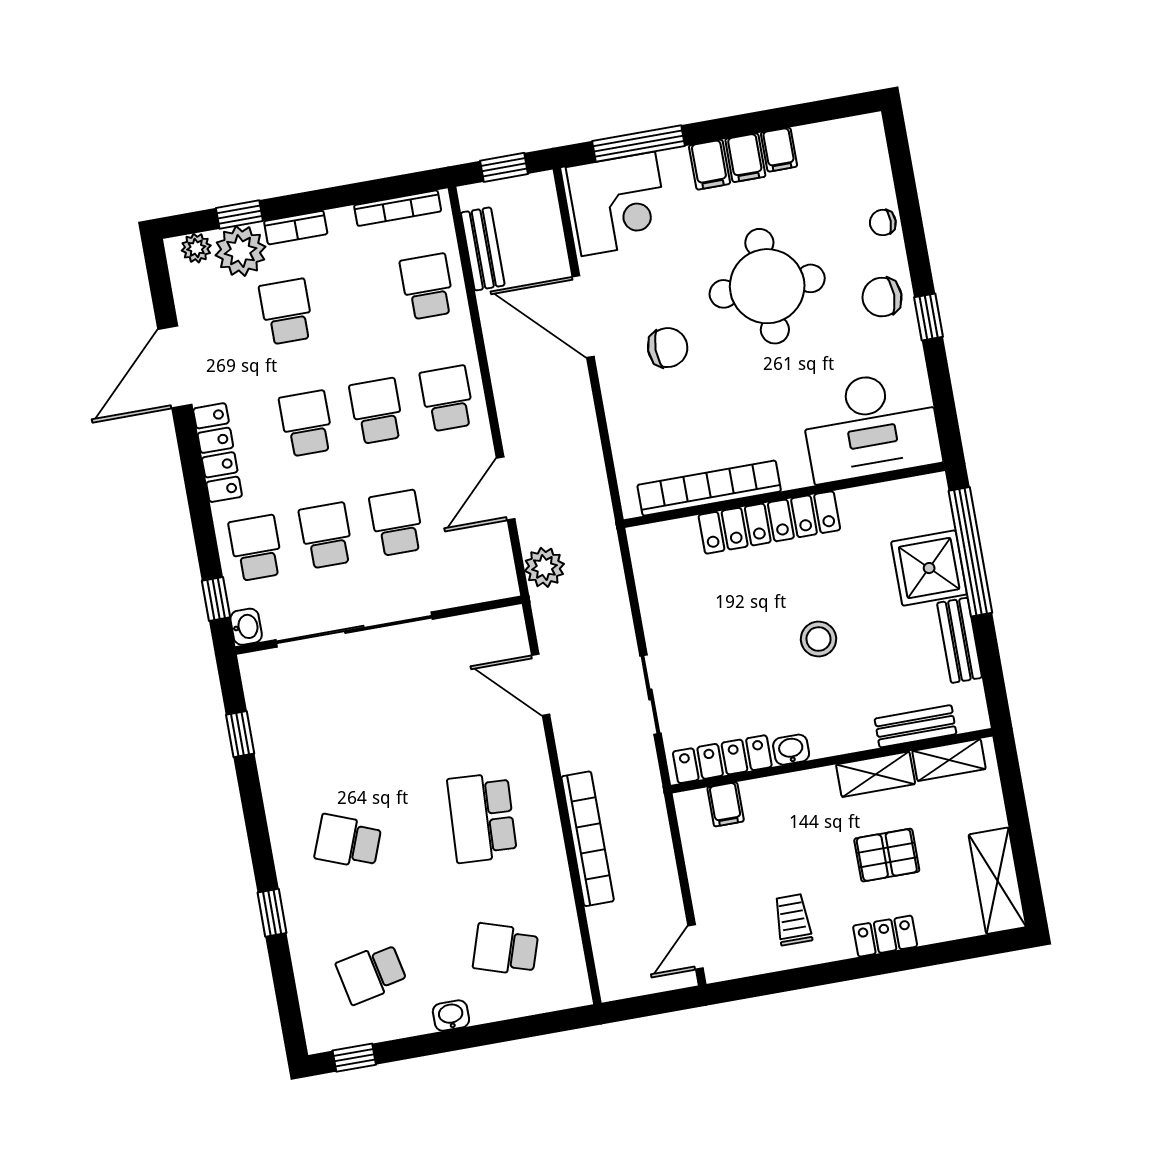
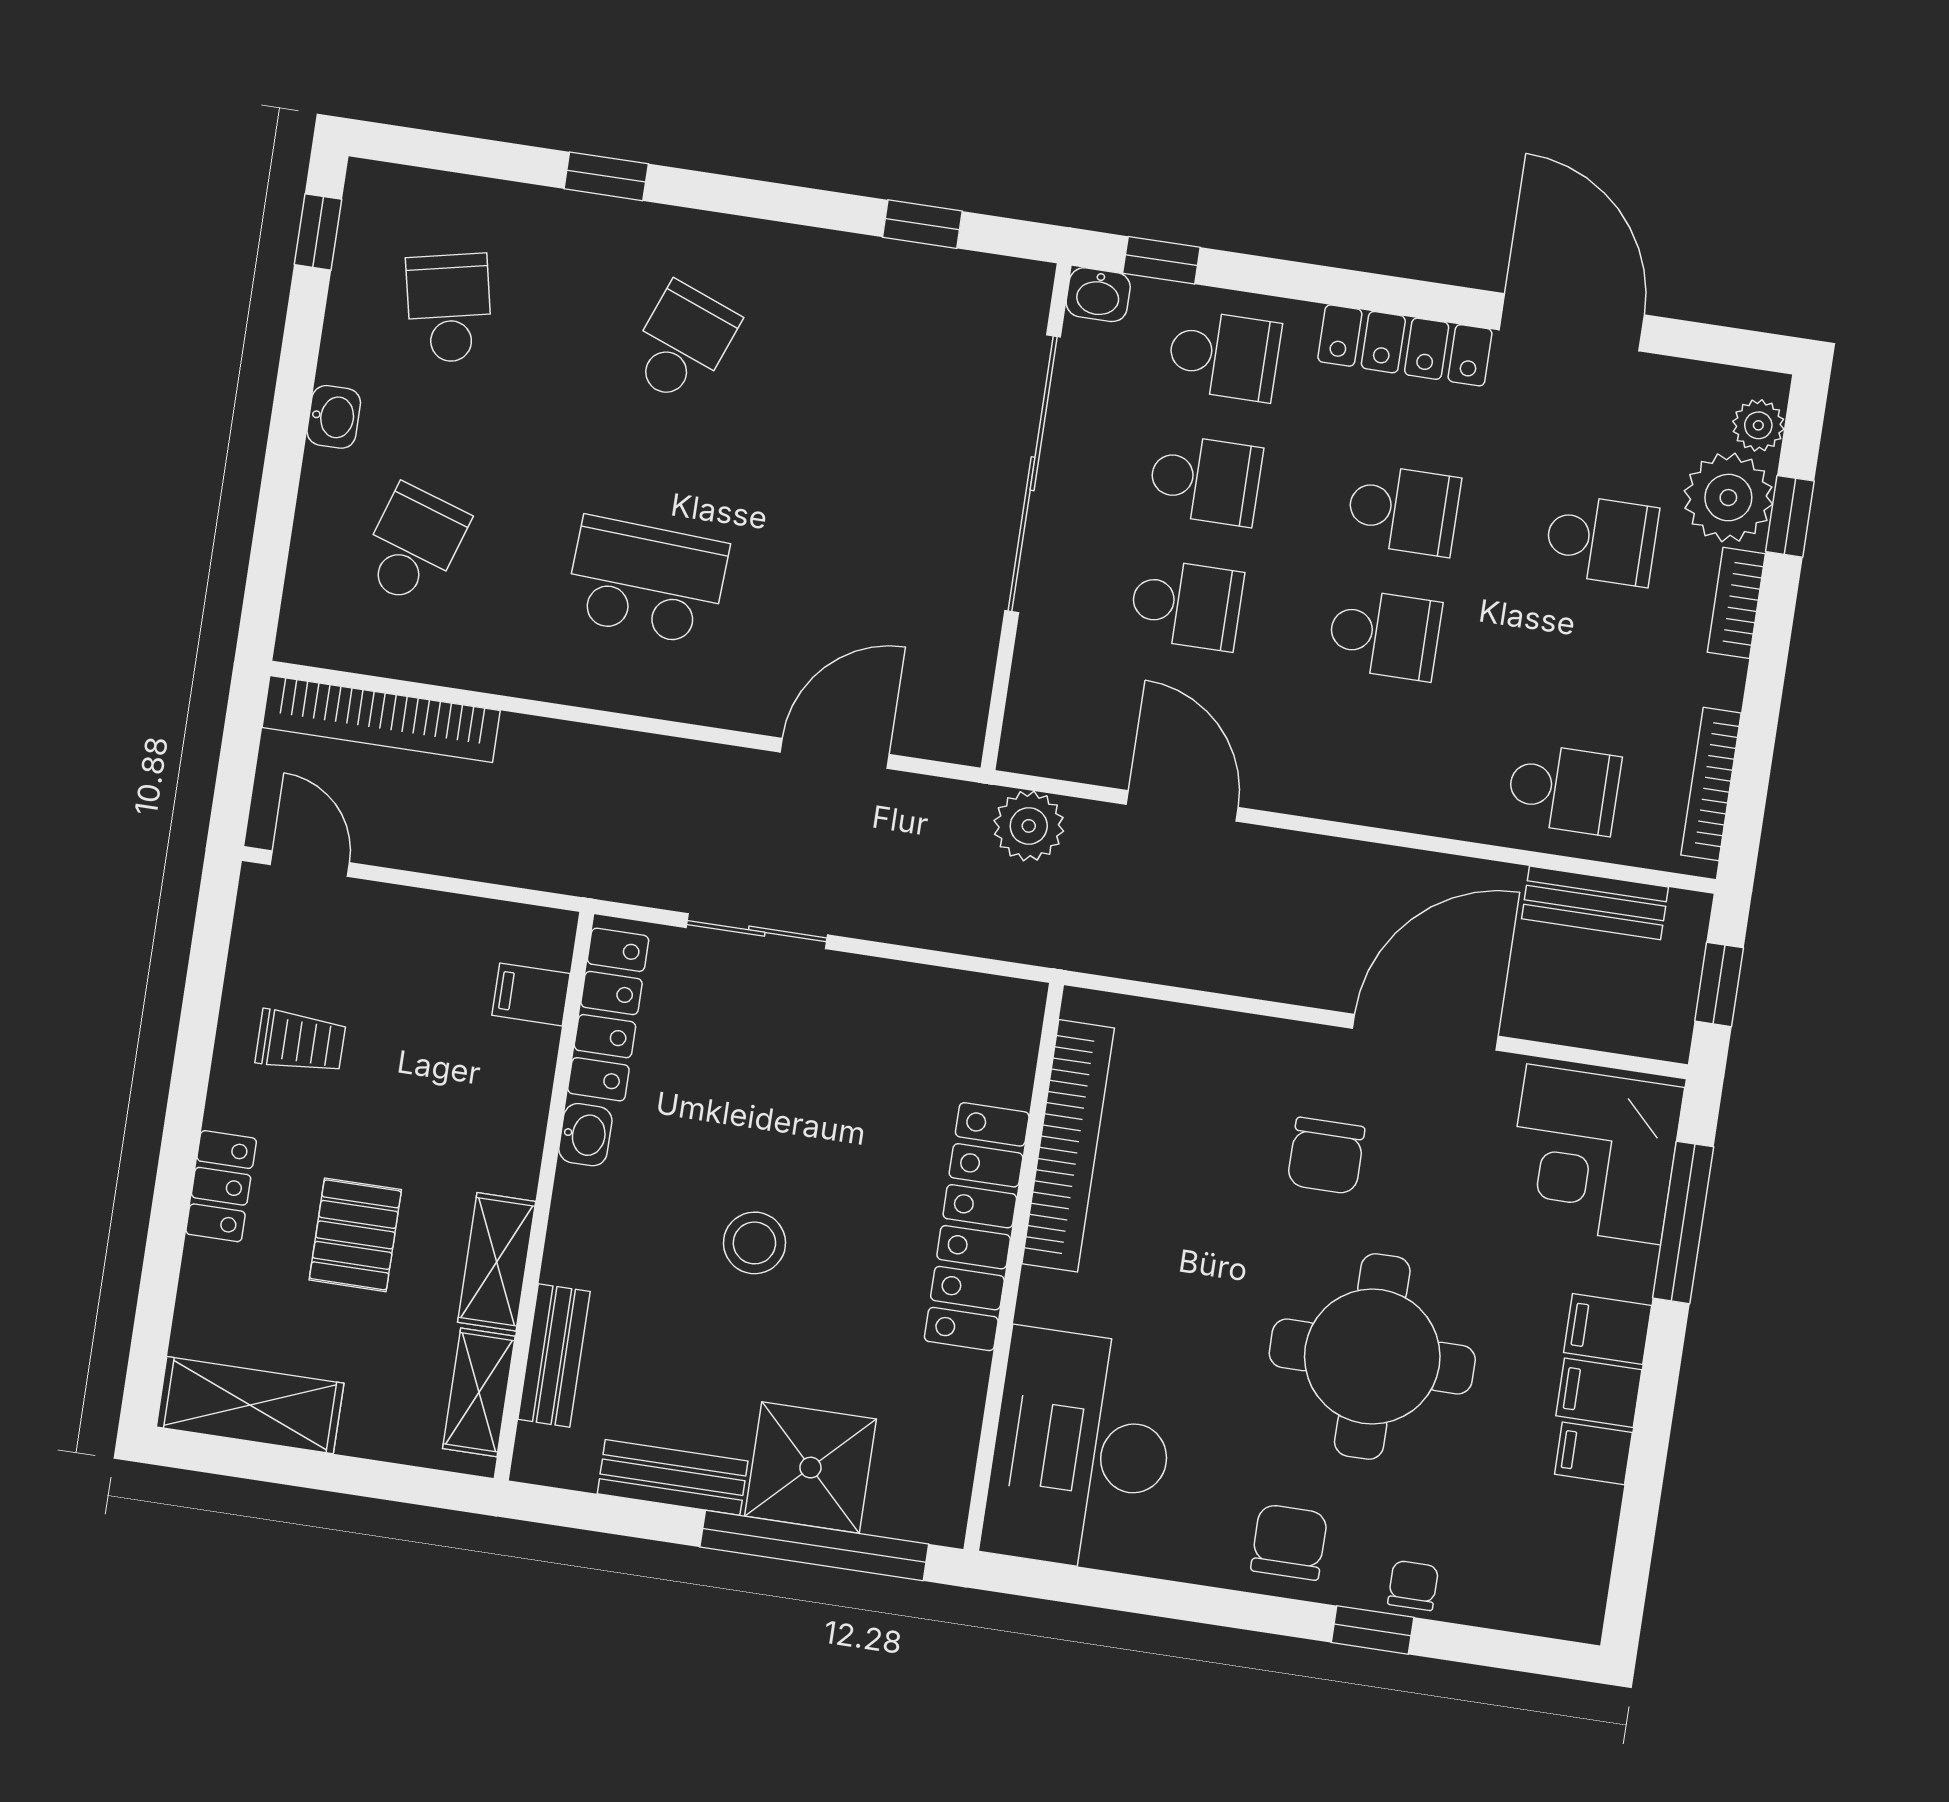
window: (929, 317) -> (1373, 1630), moved
school desk: (447, 398) -> (1366, 759), removed
bookcase: (588, 839) -> (381, 719), moved

